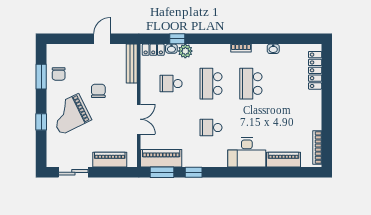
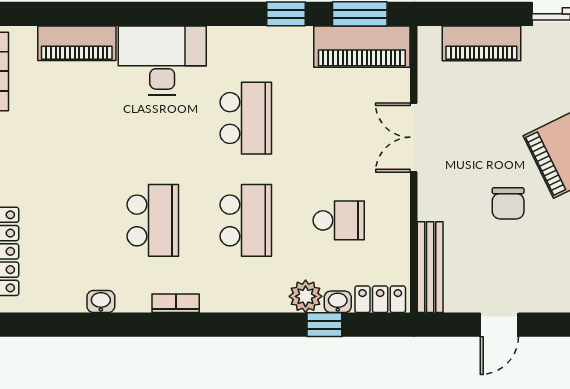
school desk: (211, 128) -> (246, 118), width x1.85

